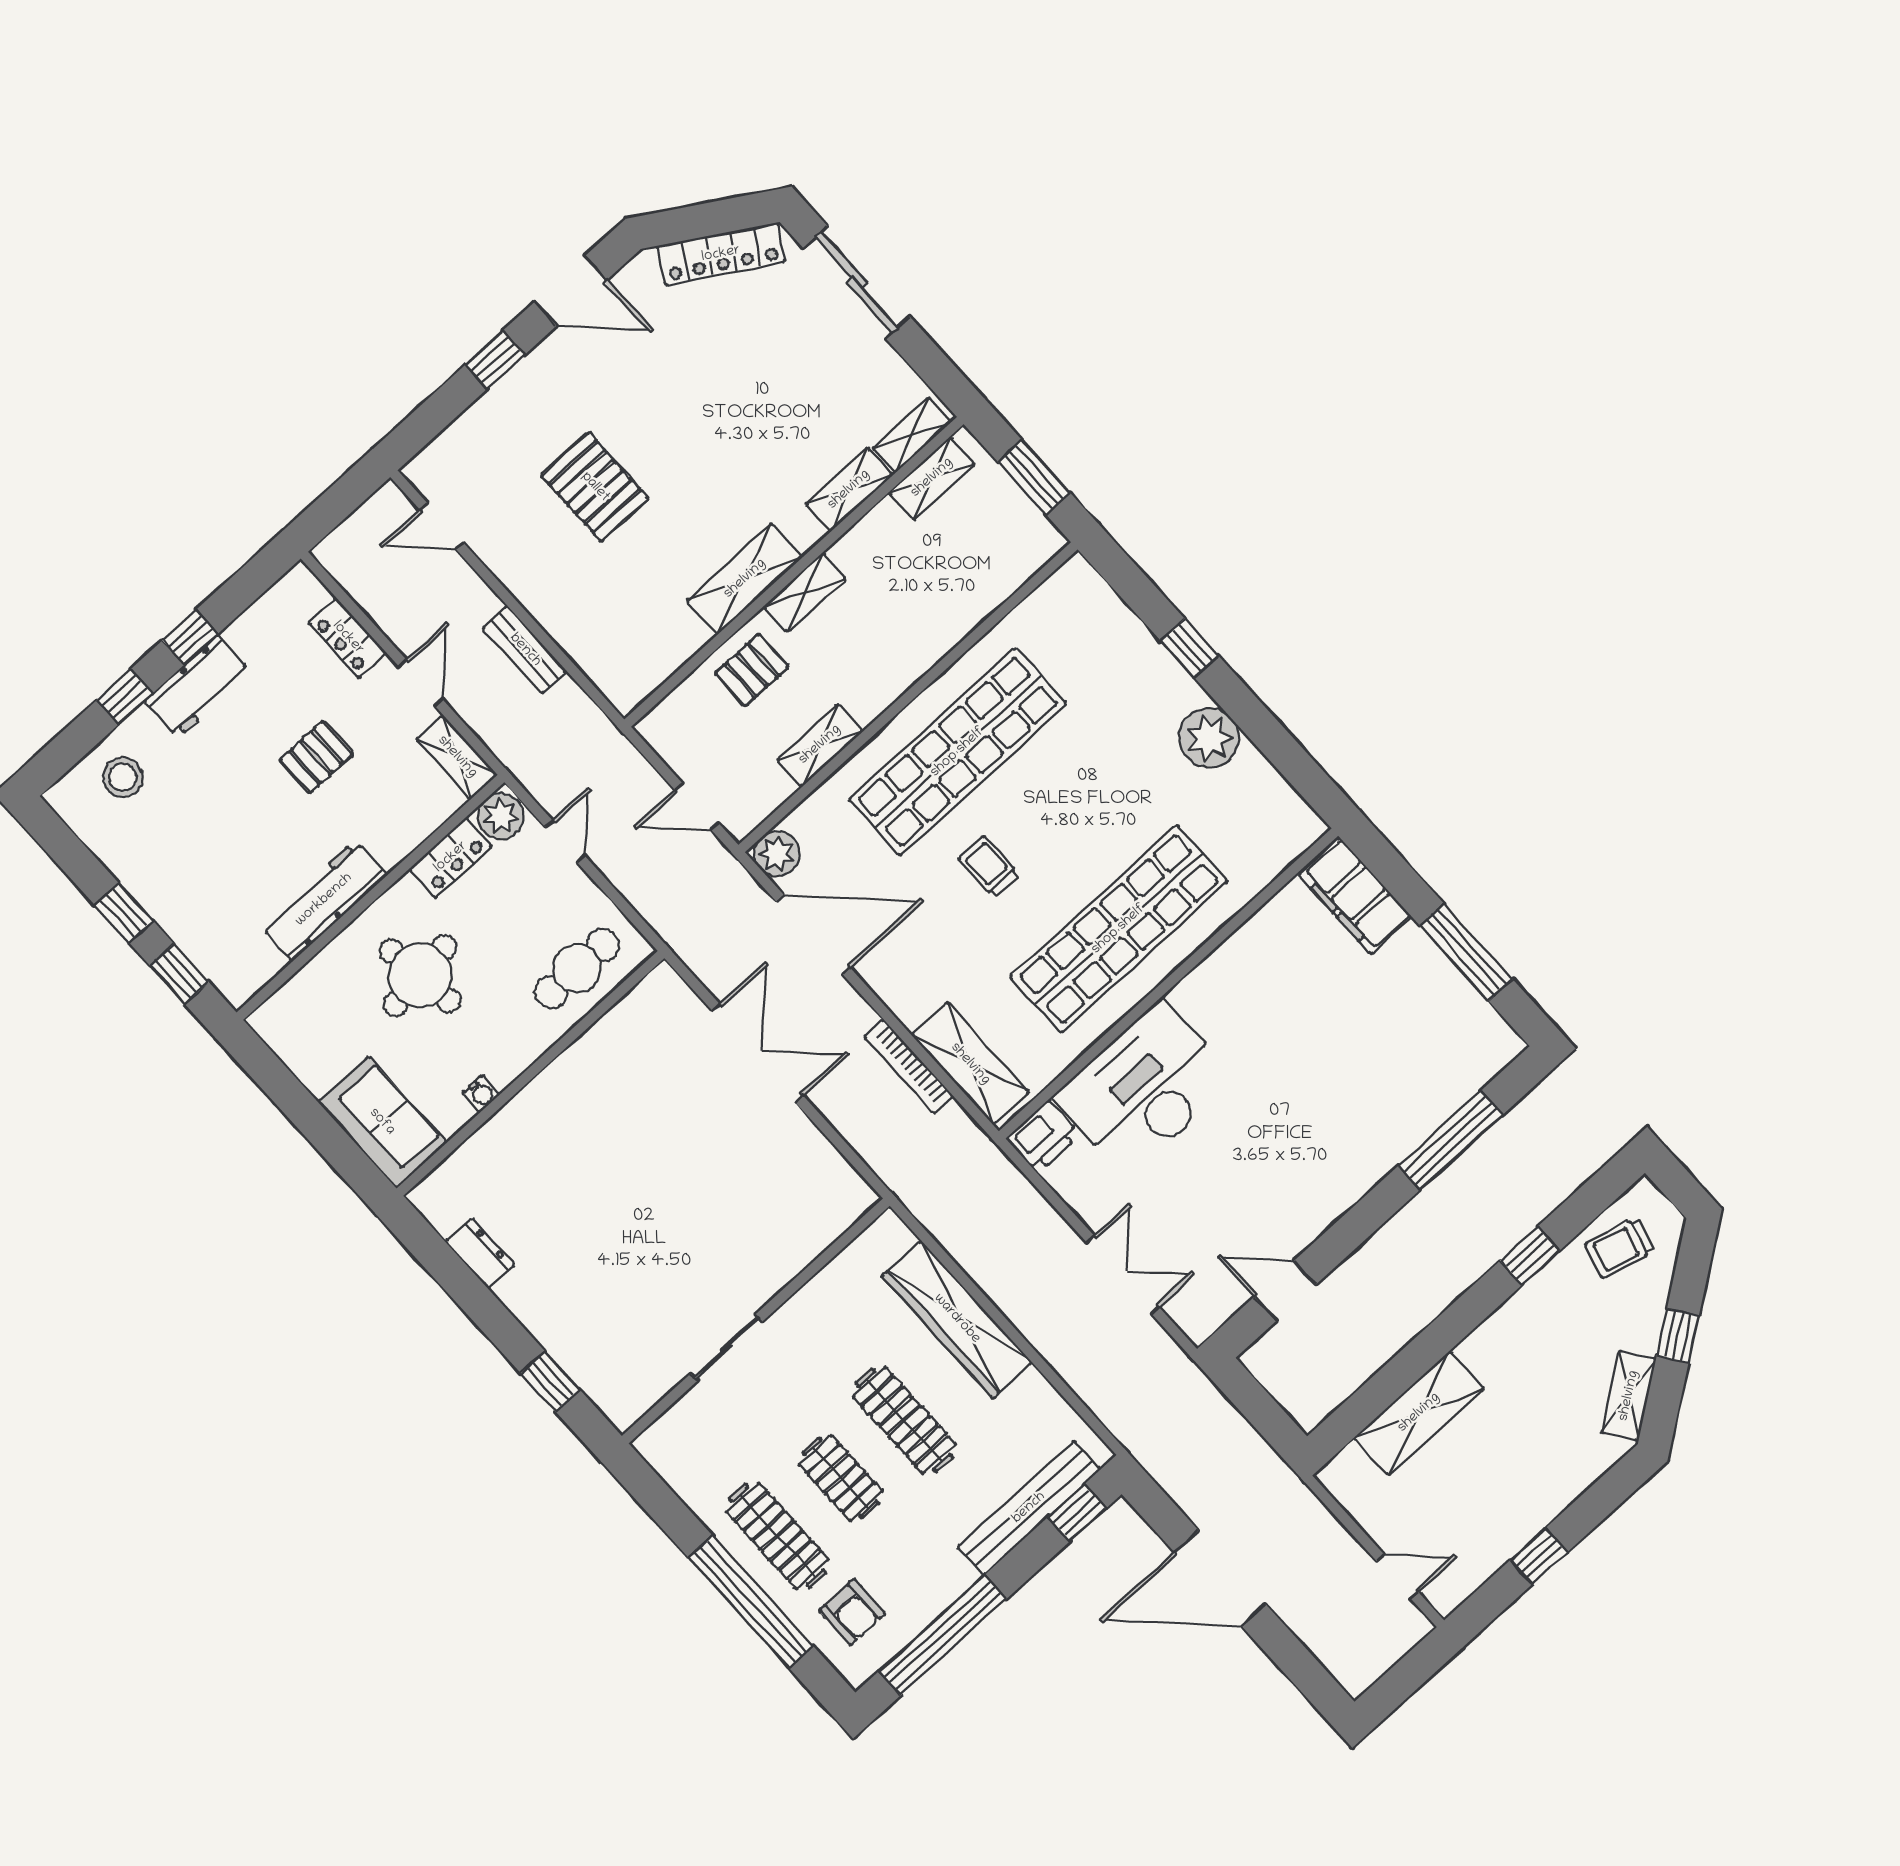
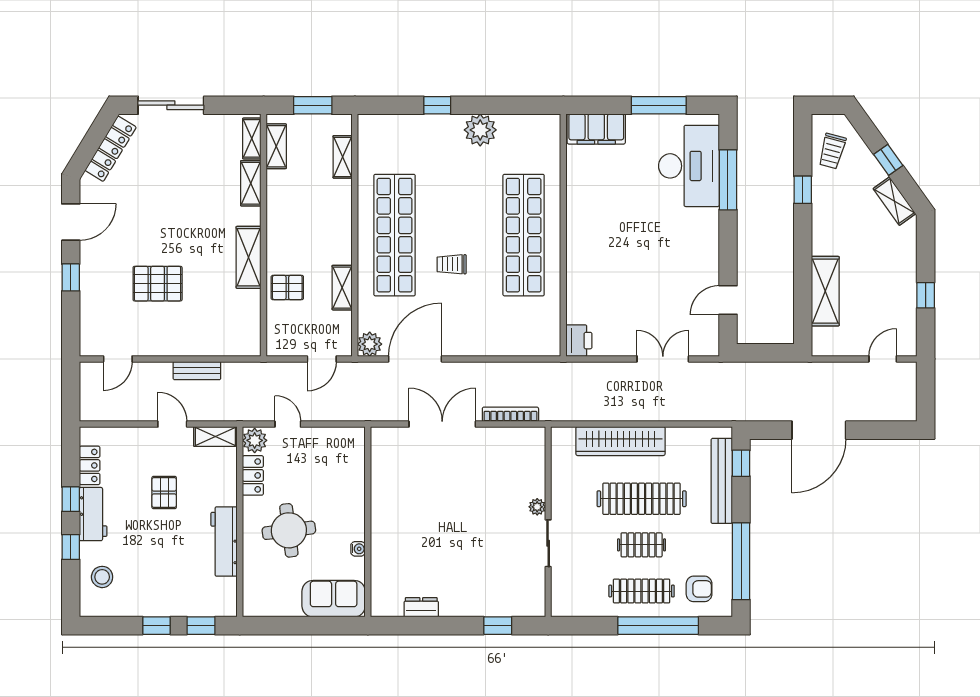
shelving: (805, 593) -> (343, 157), moved
locker: (348, 638) -> (90, 465), moved, turned -90
pallet: (752, 670) -> (287, 288), turned 90
cafe table: (577, 968) -> (343, 465), removed
shelving: (970, 1064) -> (523, 343), removed
bookcase: (909, 1067) -> (510, 414), moved, turned 180
desk: (1145, 1088) -> (689, 166), moved, turned 180
plant: (763, 1287) -> (537, 507), added
clothes rail: (904, 1420) -> (642, 499), width x1.37, depth x1.31

